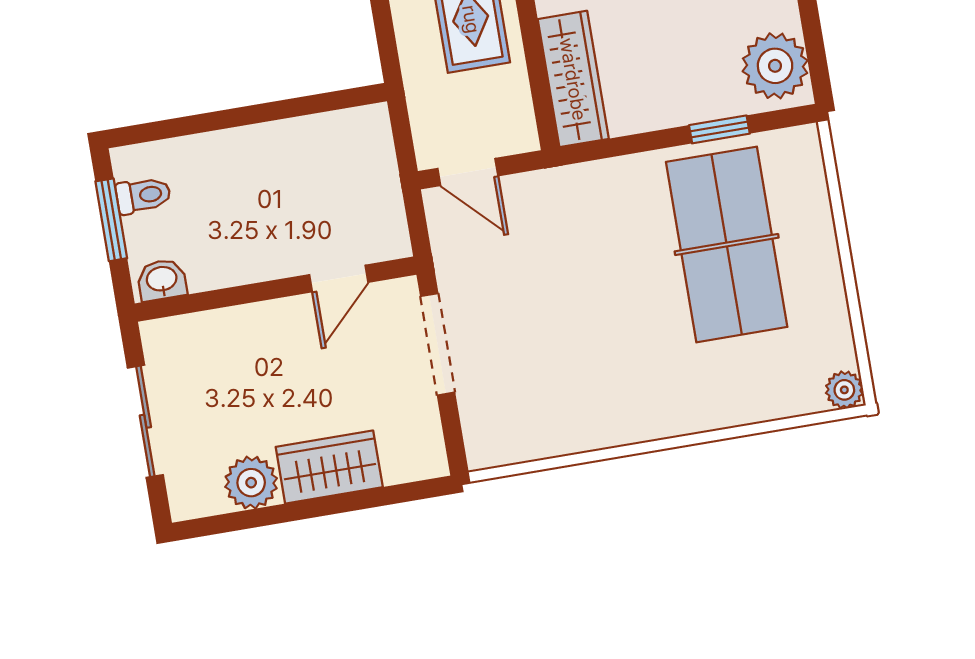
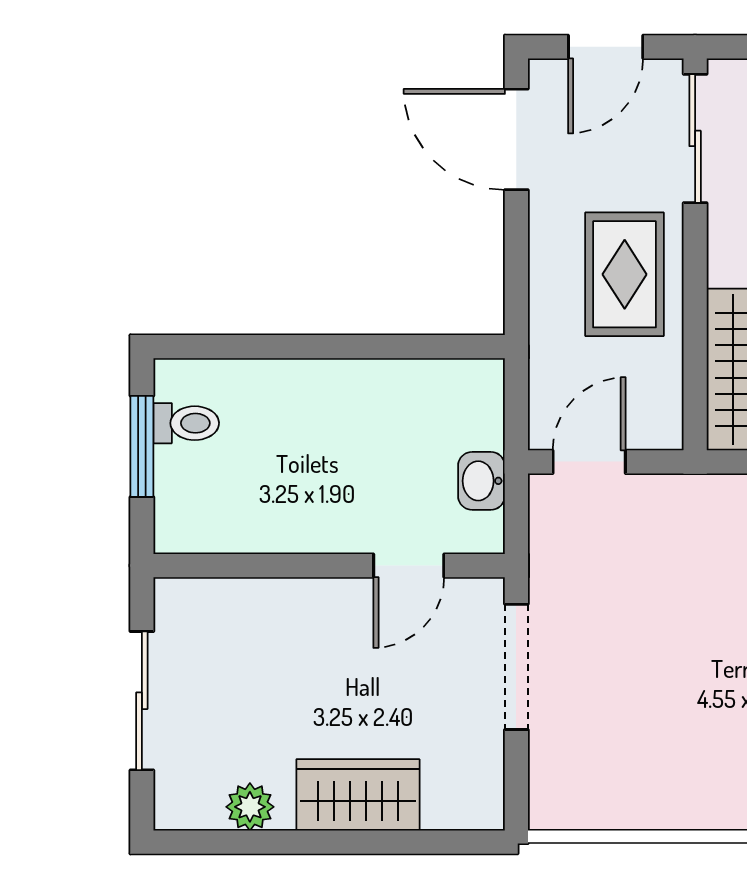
door: (468, 172) -> (589, 462), swing flipped
washbasin: (162, 280) -> (481, 481), moved, turned -90
plant: (251, 483) -> (250, 807), width x0.73, depth x0.73

